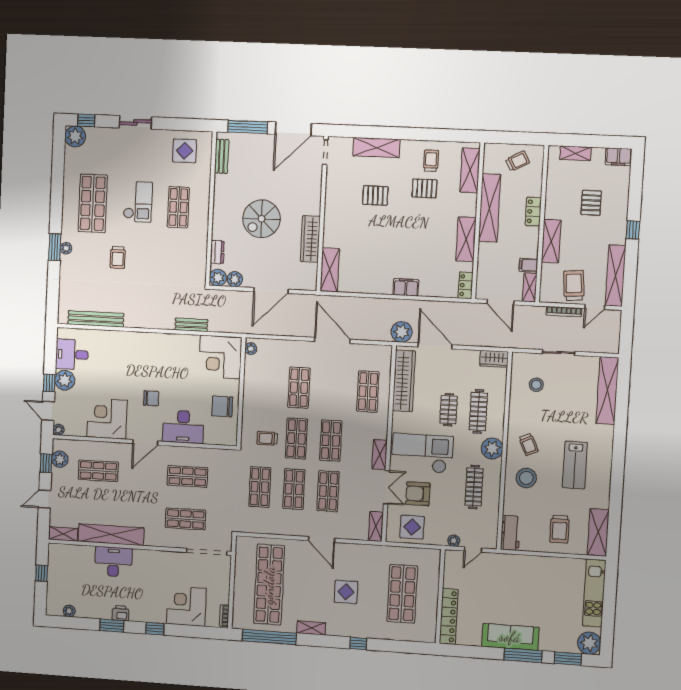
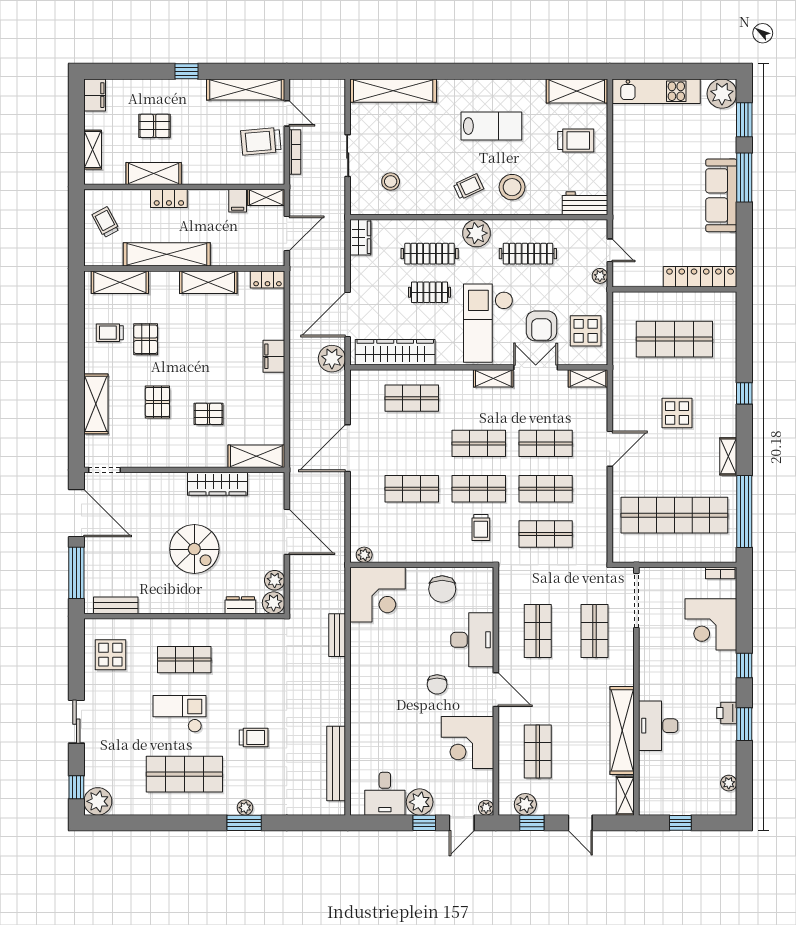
pallet: (364, 235) -> (209, 414), added
shelving: (551, 241) -> (154, 173), moved
chair: (151, 398) -> (437, 684), turned 180

